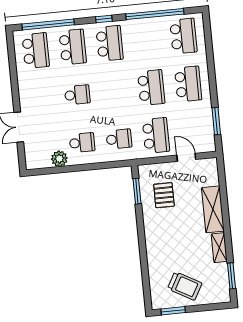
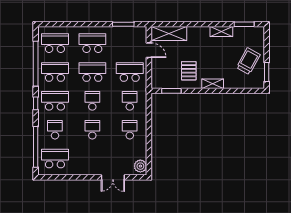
school desk: (147, 40) -> (55, 72), added
school desk: (73, 47) -> (55, 130), width x0.54
school desk: (114, 91) -> (92, 101), added
door: (186, 157) -> (149, 50), swing flipped
plant: (59, 159) -> (140, 166), moved
pallet: (164, 195) -> (189, 71), moved, turned 90
shelving: (213, 209) -> (169, 34), moved
shelving: (151, 243) -> (213, 84), added

